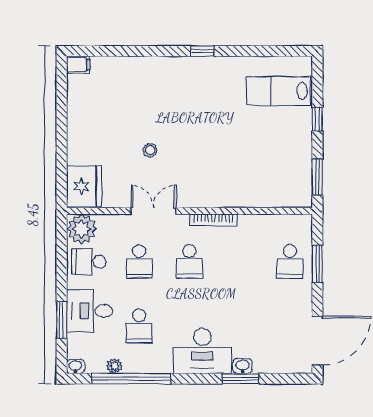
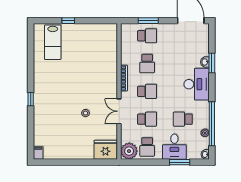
window: (203, 51) -> (31, 99), moved
window: (317, 177) -> (100, 21), removed
school desk: (240, 262) -> (147, 64), added
school desk: (139, 326) -> (183, 119), turned 180

